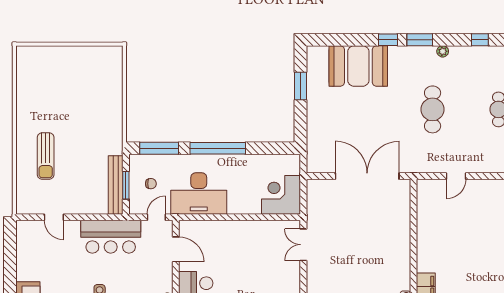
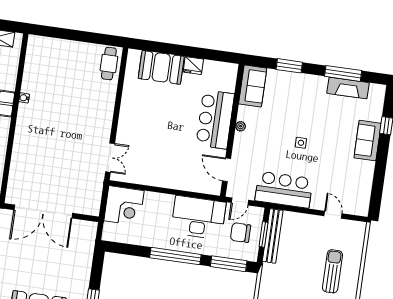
chair: (151, 184) -> (241, 233), width x1.87, depth x1.87

